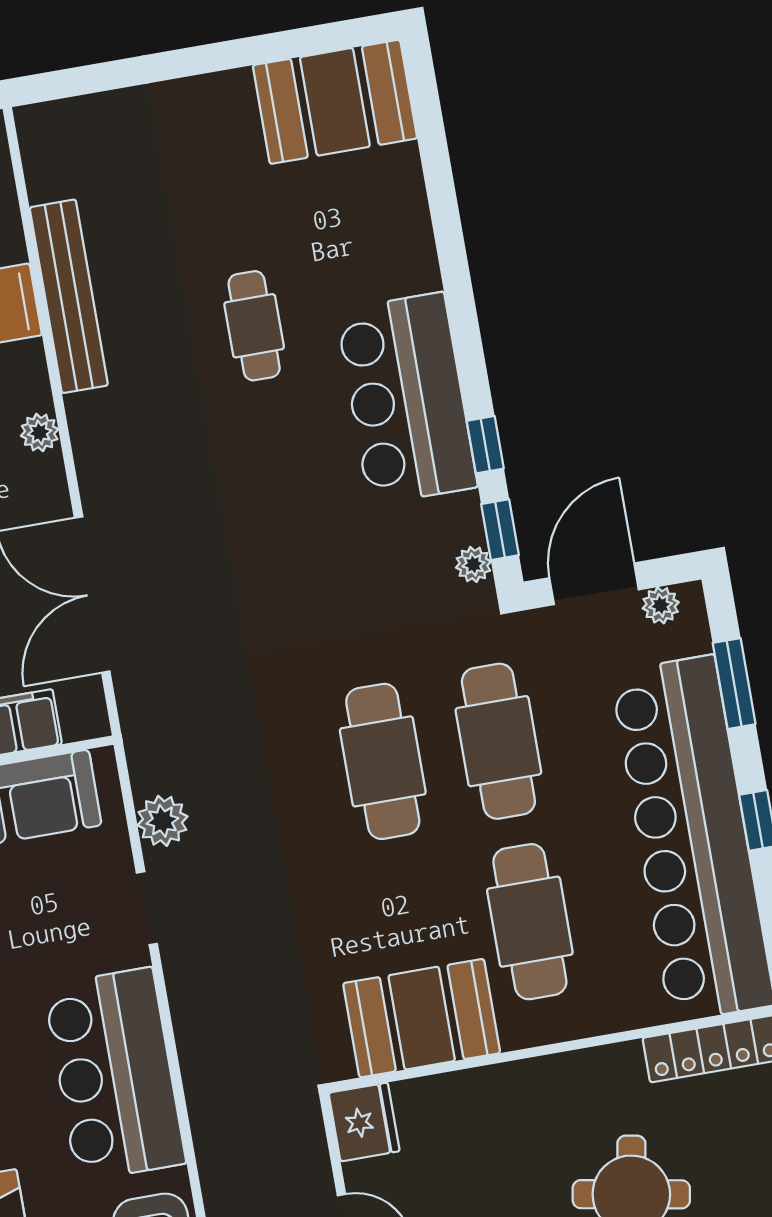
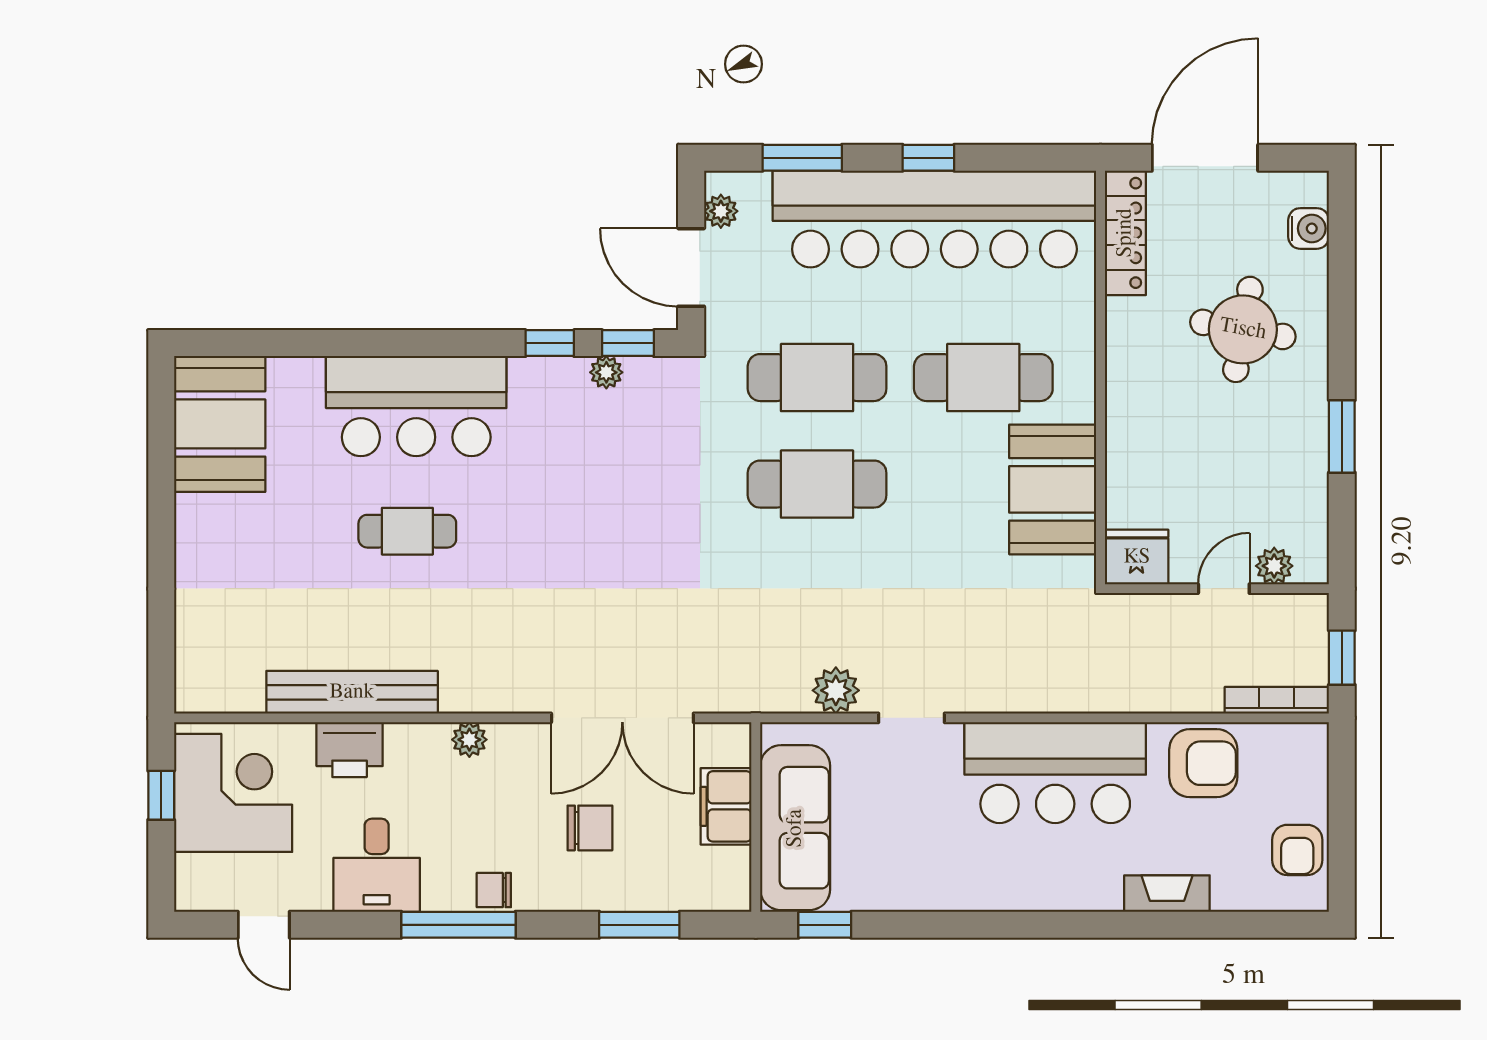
bar counter: (407, 399) -> (416, 406), moved
plant: (473, 564) -> (606, 372), moved

